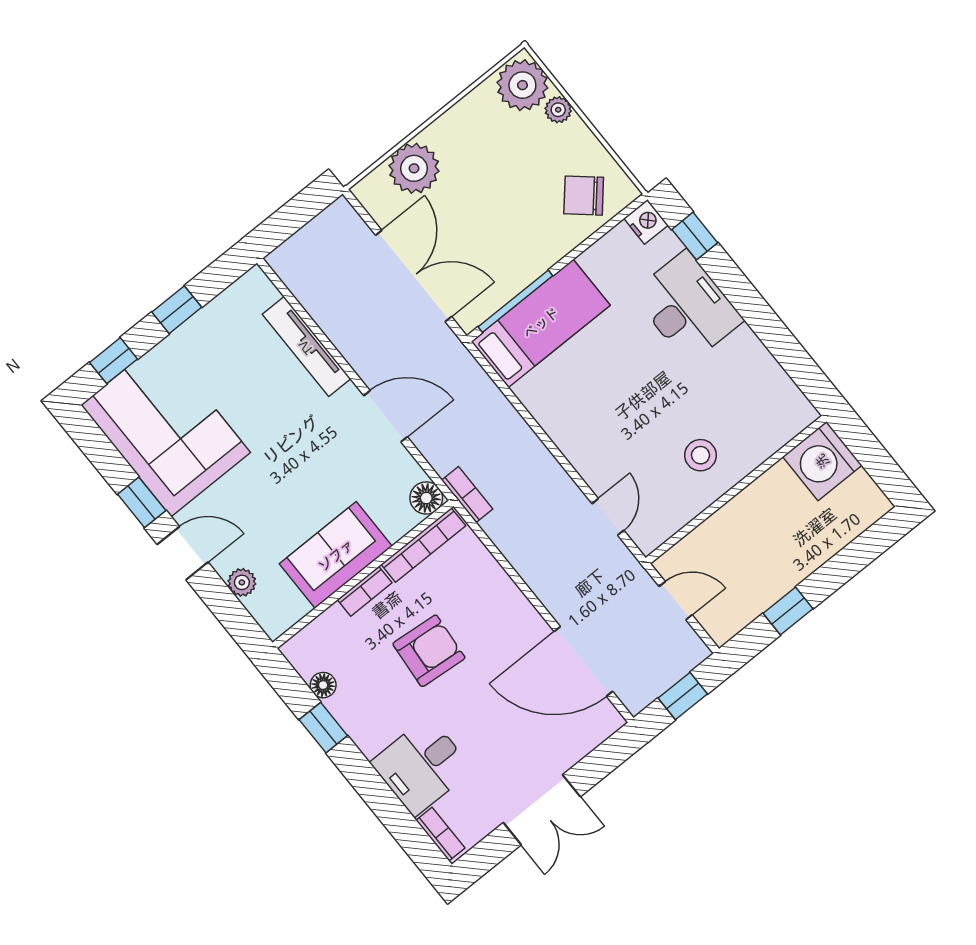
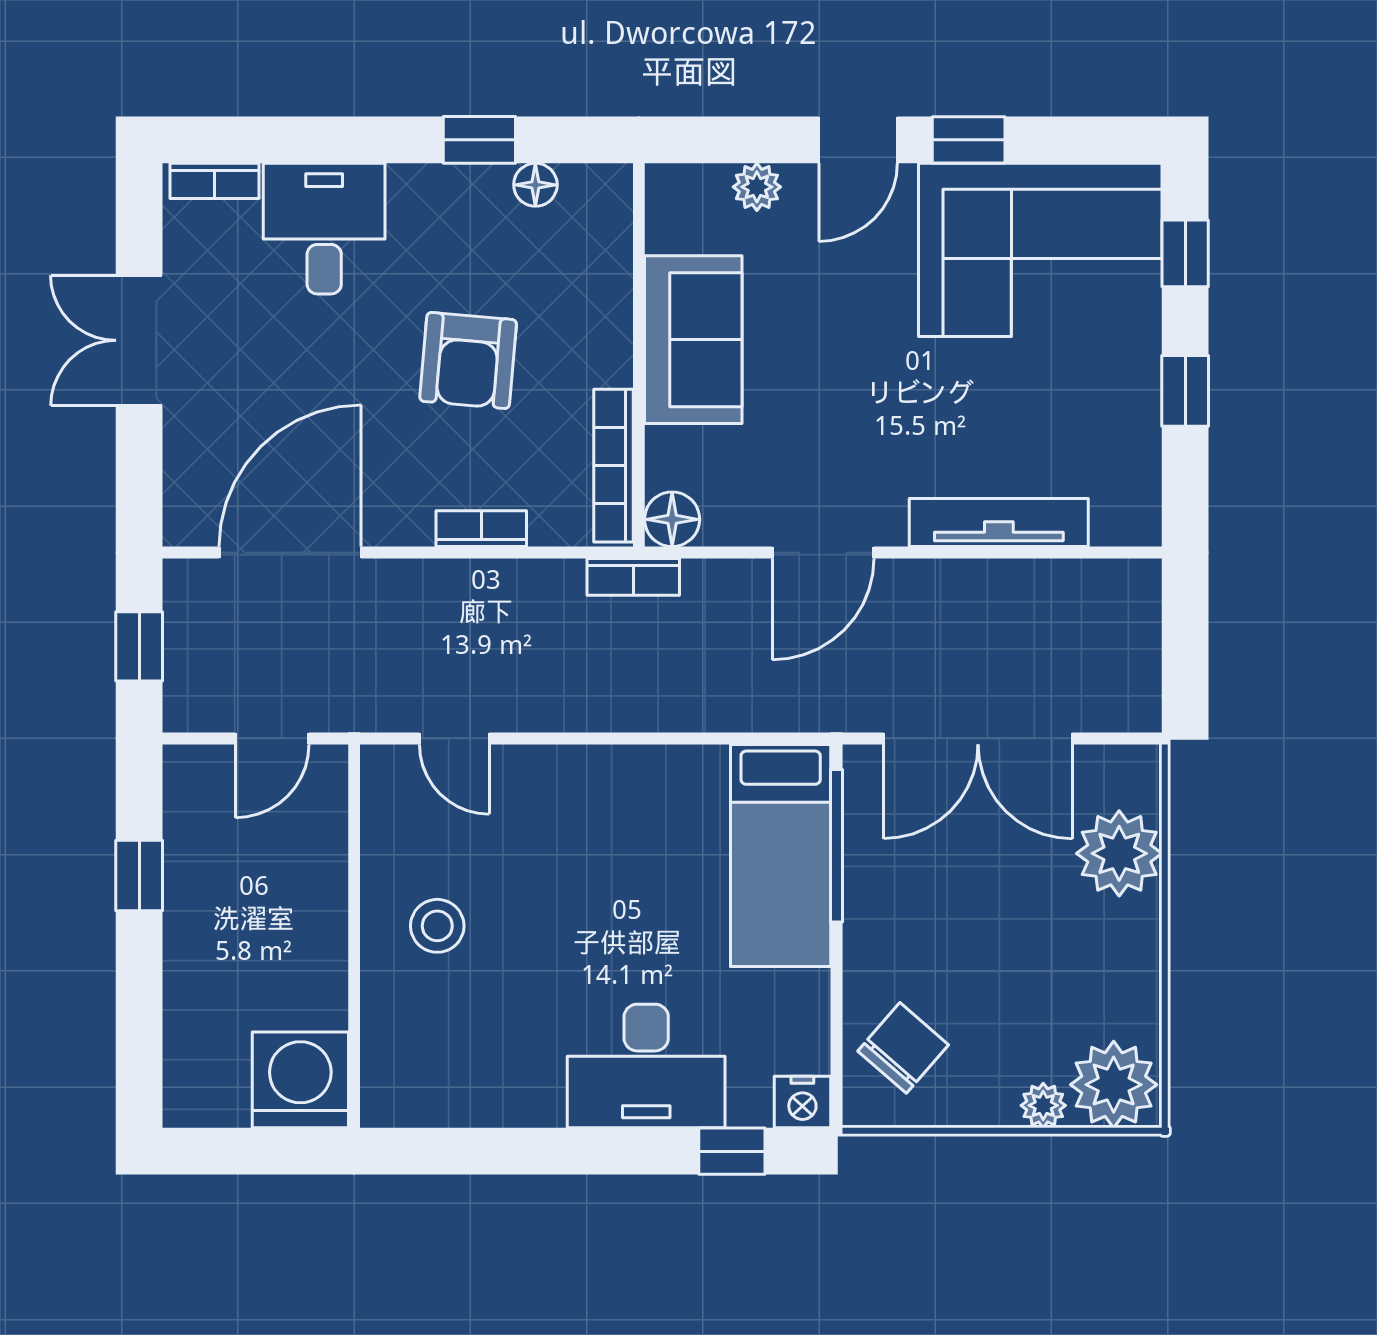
bookcase: (365, 591) -> (481, 529), moved, turned 90

